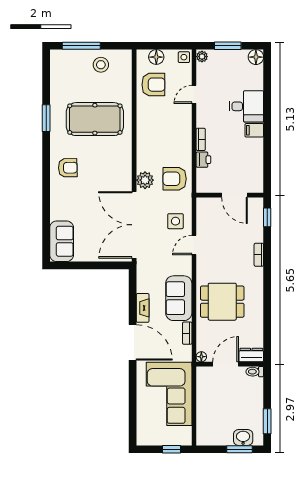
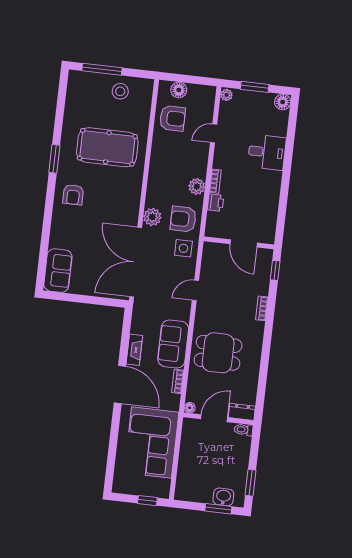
side table: (184, 57) -> (208, 93), removed
window: (46, 118) -> (54, 159), moved
filing cabinet: (254, 130) -> (272, 178), removed
plant: (184, 146) -> (197, 187), added
armchair: (68, 168) -> (73, 195), turned 91
side table: (175, 221) -> (183, 248), moved

